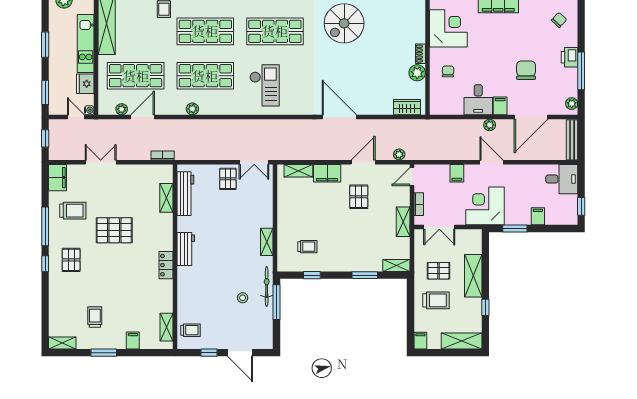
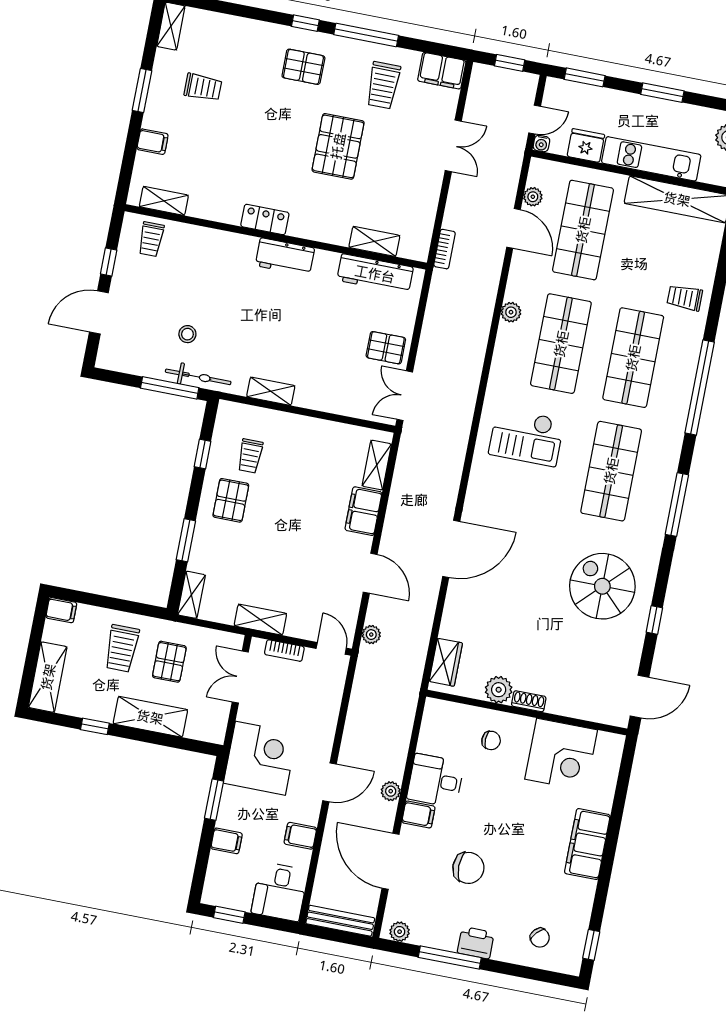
filing cabinet: (457, 173) -> (300, 836), moved
pallet: (359, 197) -> (231, 500), moved, turned 90

